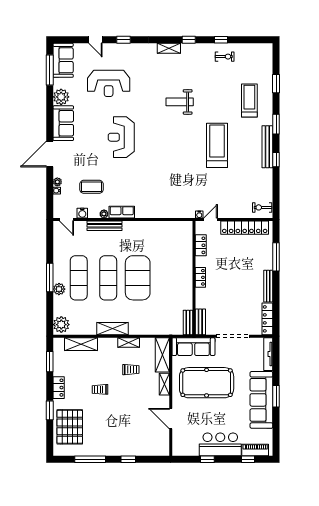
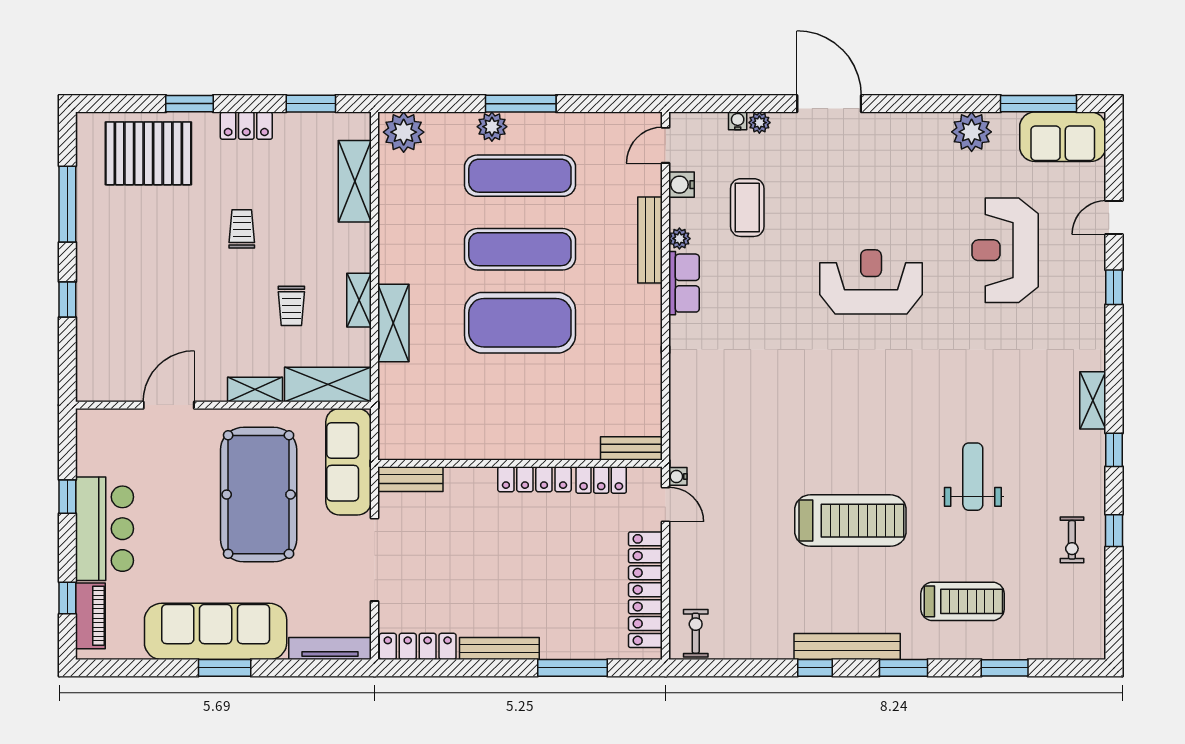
weight bench: (180, 102) -> (973, 477), moved
sofa: (63, 123) -> (906, 137), removed
locker: (200, 277) -> (534, 479), width x1.53
bench: (188, 323) -> (631, 448), moved
shelving: (112, 329) -> (393, 323), moved

